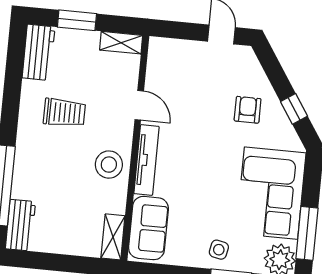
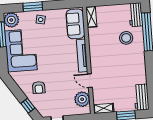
plant: (162, 70) -> (82, 99), added
window: (294, 109) -> (28, 106), moved
trolley: (64, 113) -> (124, 71), removed
stool: (109, 165) -> (126, 38), moved

